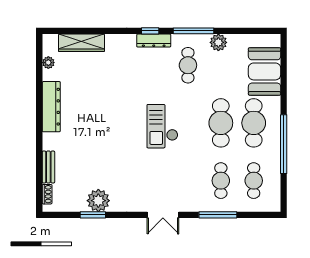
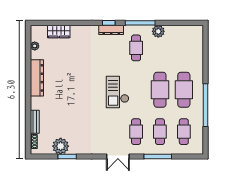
wardrobe: (81, 43) -> (59, 32), width x0.67
booth: (265, 71) -> (192, 52), removed
cafe table: (188, 181) -> (136, 132), added
plant: (98, 201) -> (61, 146), moved

